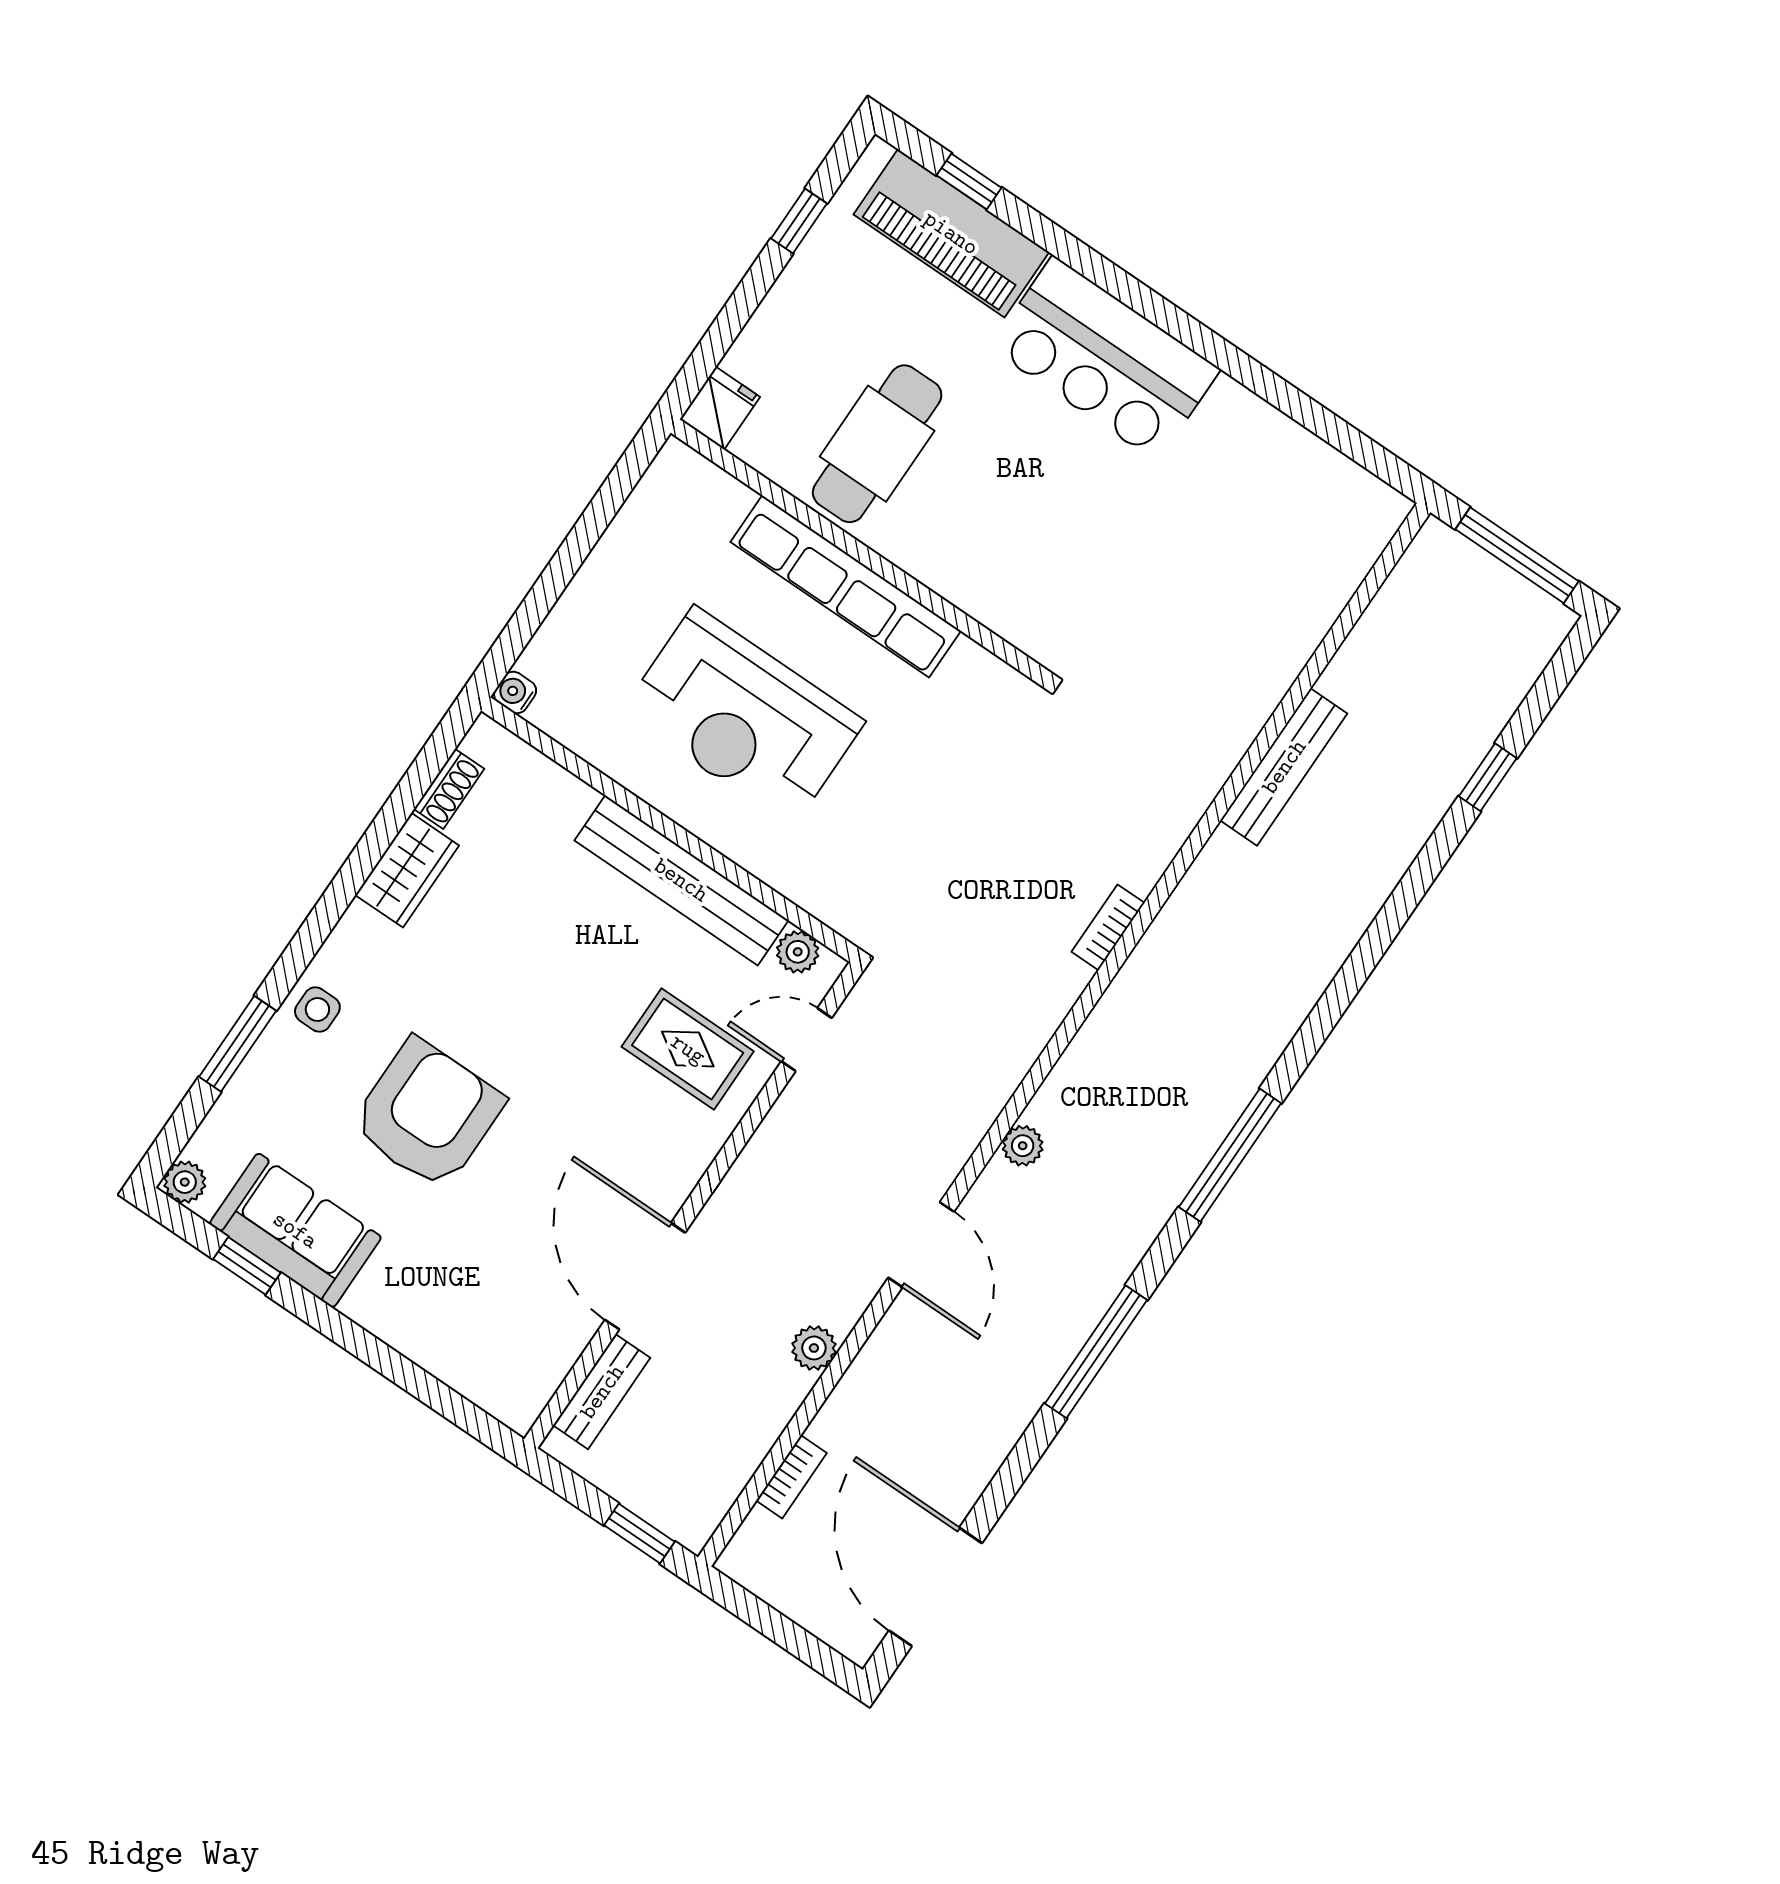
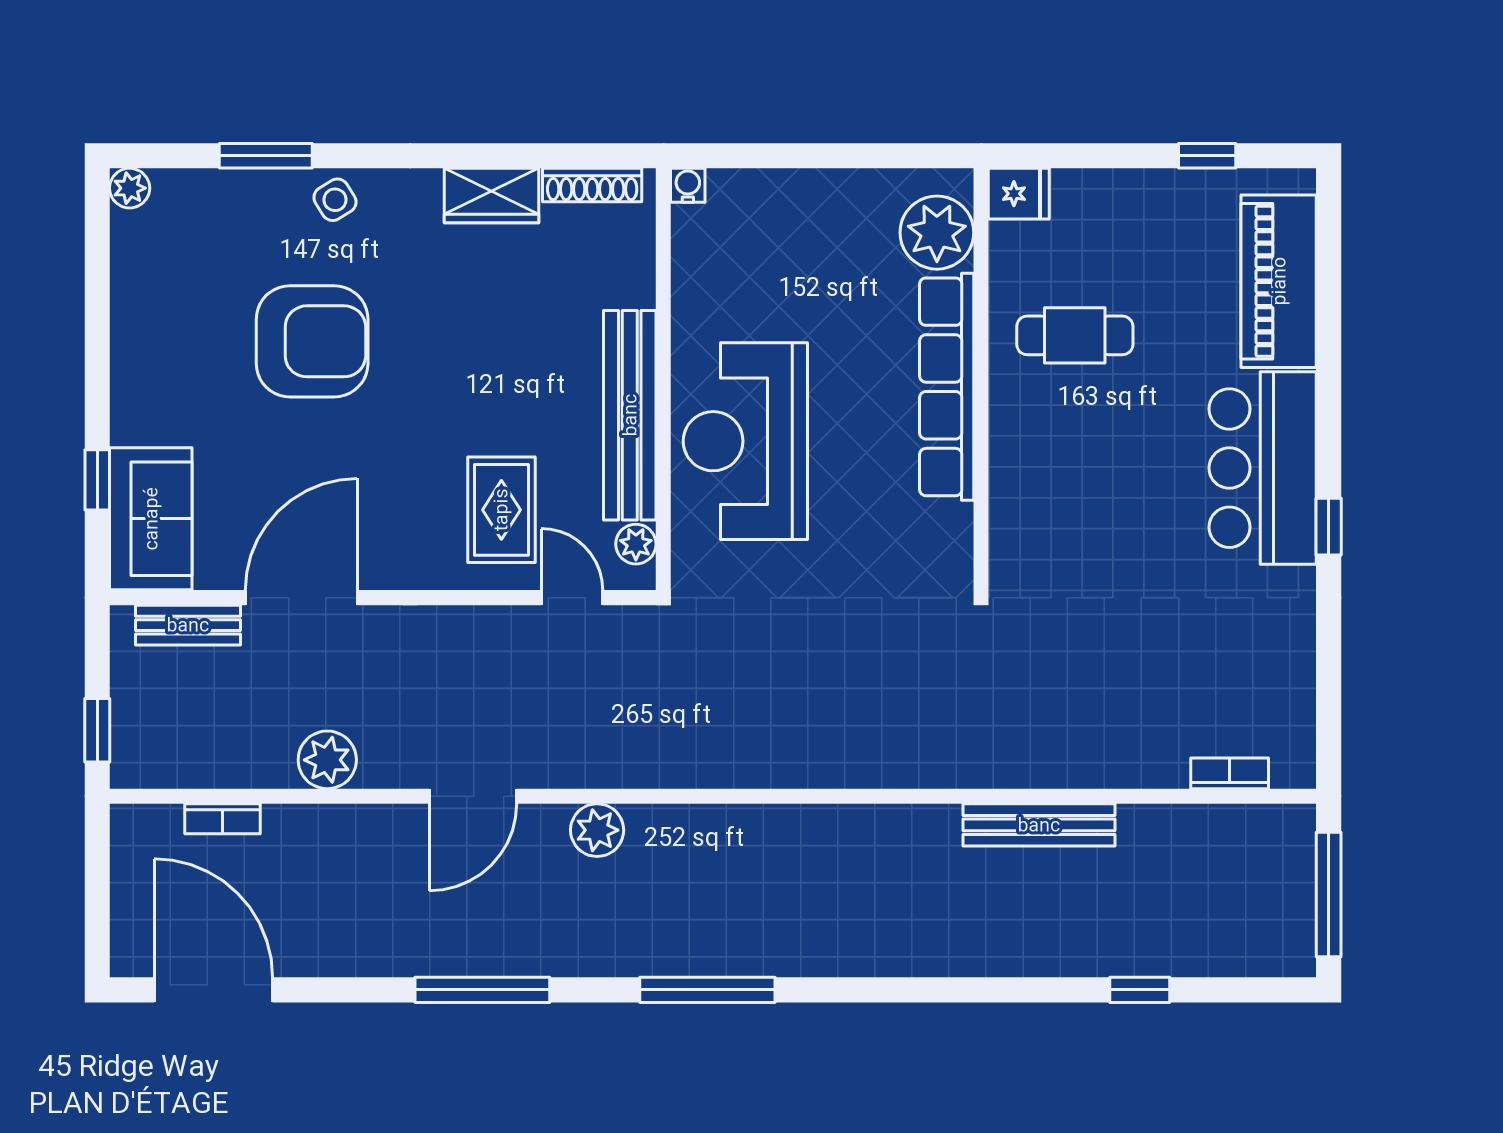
window: (969, 181) -> (1329, 527), moved
cafe table: (877, 444) -> (1075, 335), width x0.73, depth x0.74
plant: (705, 503) -> (937, 233), added
reception desk: (743, 717) -> (745, 441), moved
shoe rack: (449, 789) -> (592, 185), width x1.43
bookcase: (1108, 927) -> (1230, 773), moved
side table: (317, 1010) -> (335, 200), turned -32
plant: (1023, 1146) -> (597, 830), width x1.38, depth x1.38
sofa: (295, 1230) -> (151, 519), moved
window: (247, 1266) -> (97, 480), moved
plant: (814, 1348) -> (327, 760), width x1.38, depth x1.38
door: (936, 1587) -> (213, 990), hinge flipped

